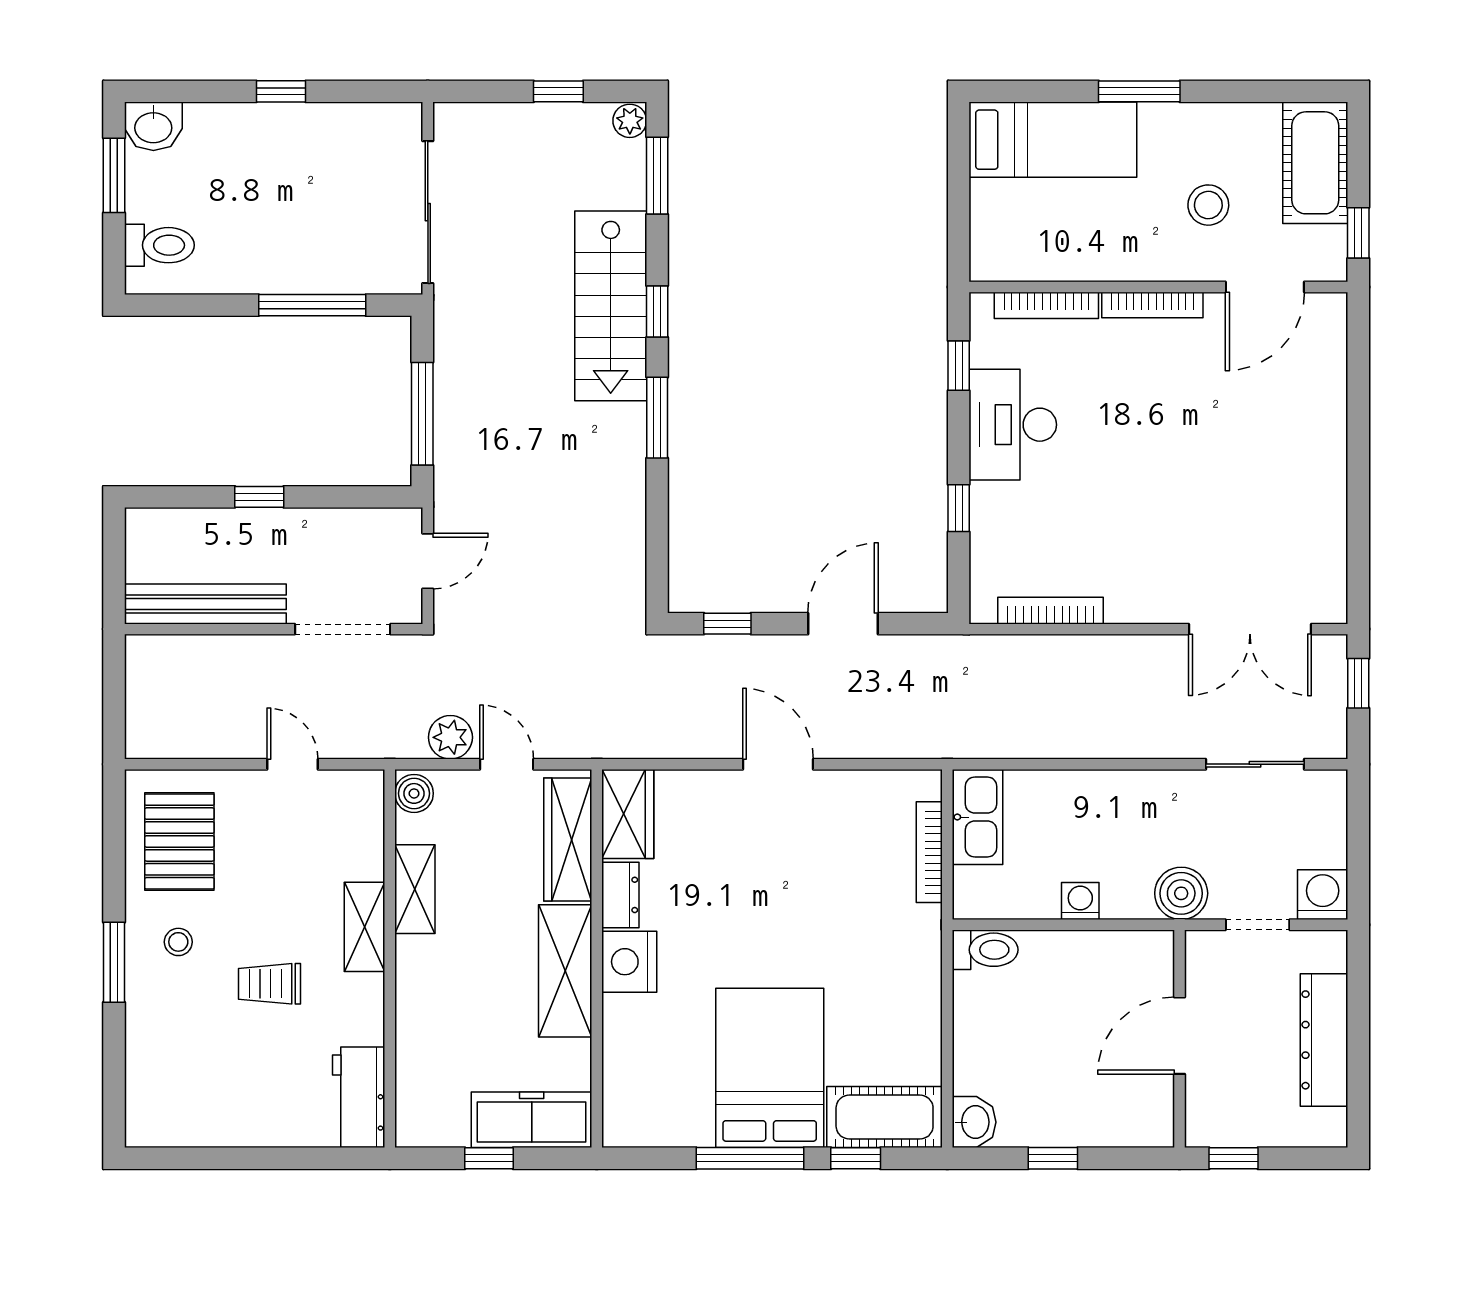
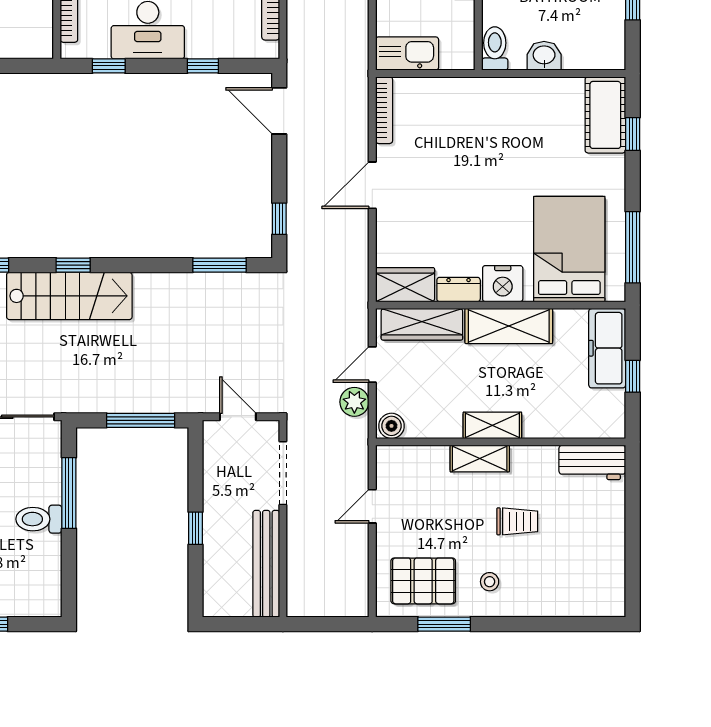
toilet: (159, 245) -> (39, 519), moved, turned -90
window: (657, 418) -> (220, 265), moved
door: (843, 624) -> (279, 111), moved
bookcase: (929, 852) -> (384, 110), moved, turned -90
shelving: (415, 889) -> (492, 425), moved
window: (114, 962) -> (444, 624), moved
trolley: (270, 984) -> (517, 521), turned -90
bed: (770, 1068) -> (569, 249), moved, turned 90
washbasin: (974, 1122) -> (544, 56), moved
window: (750, 1158) -> (633, 247), moved

